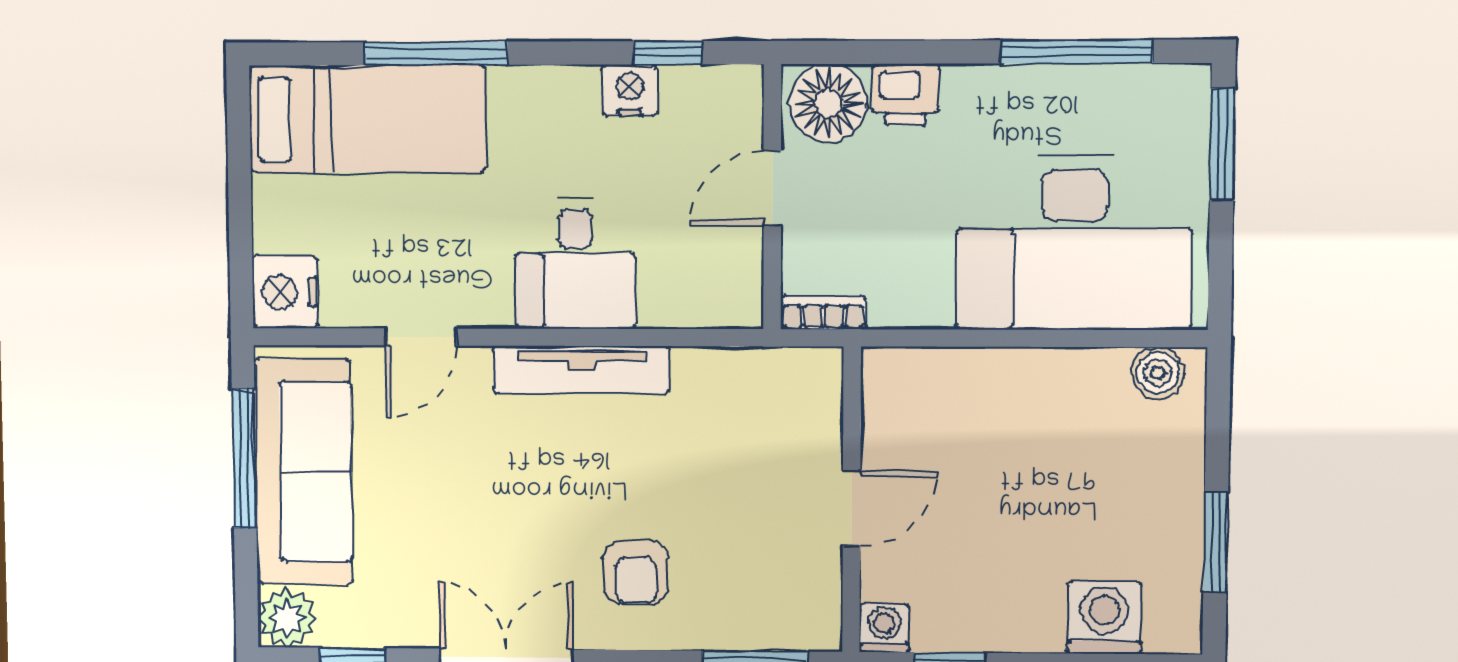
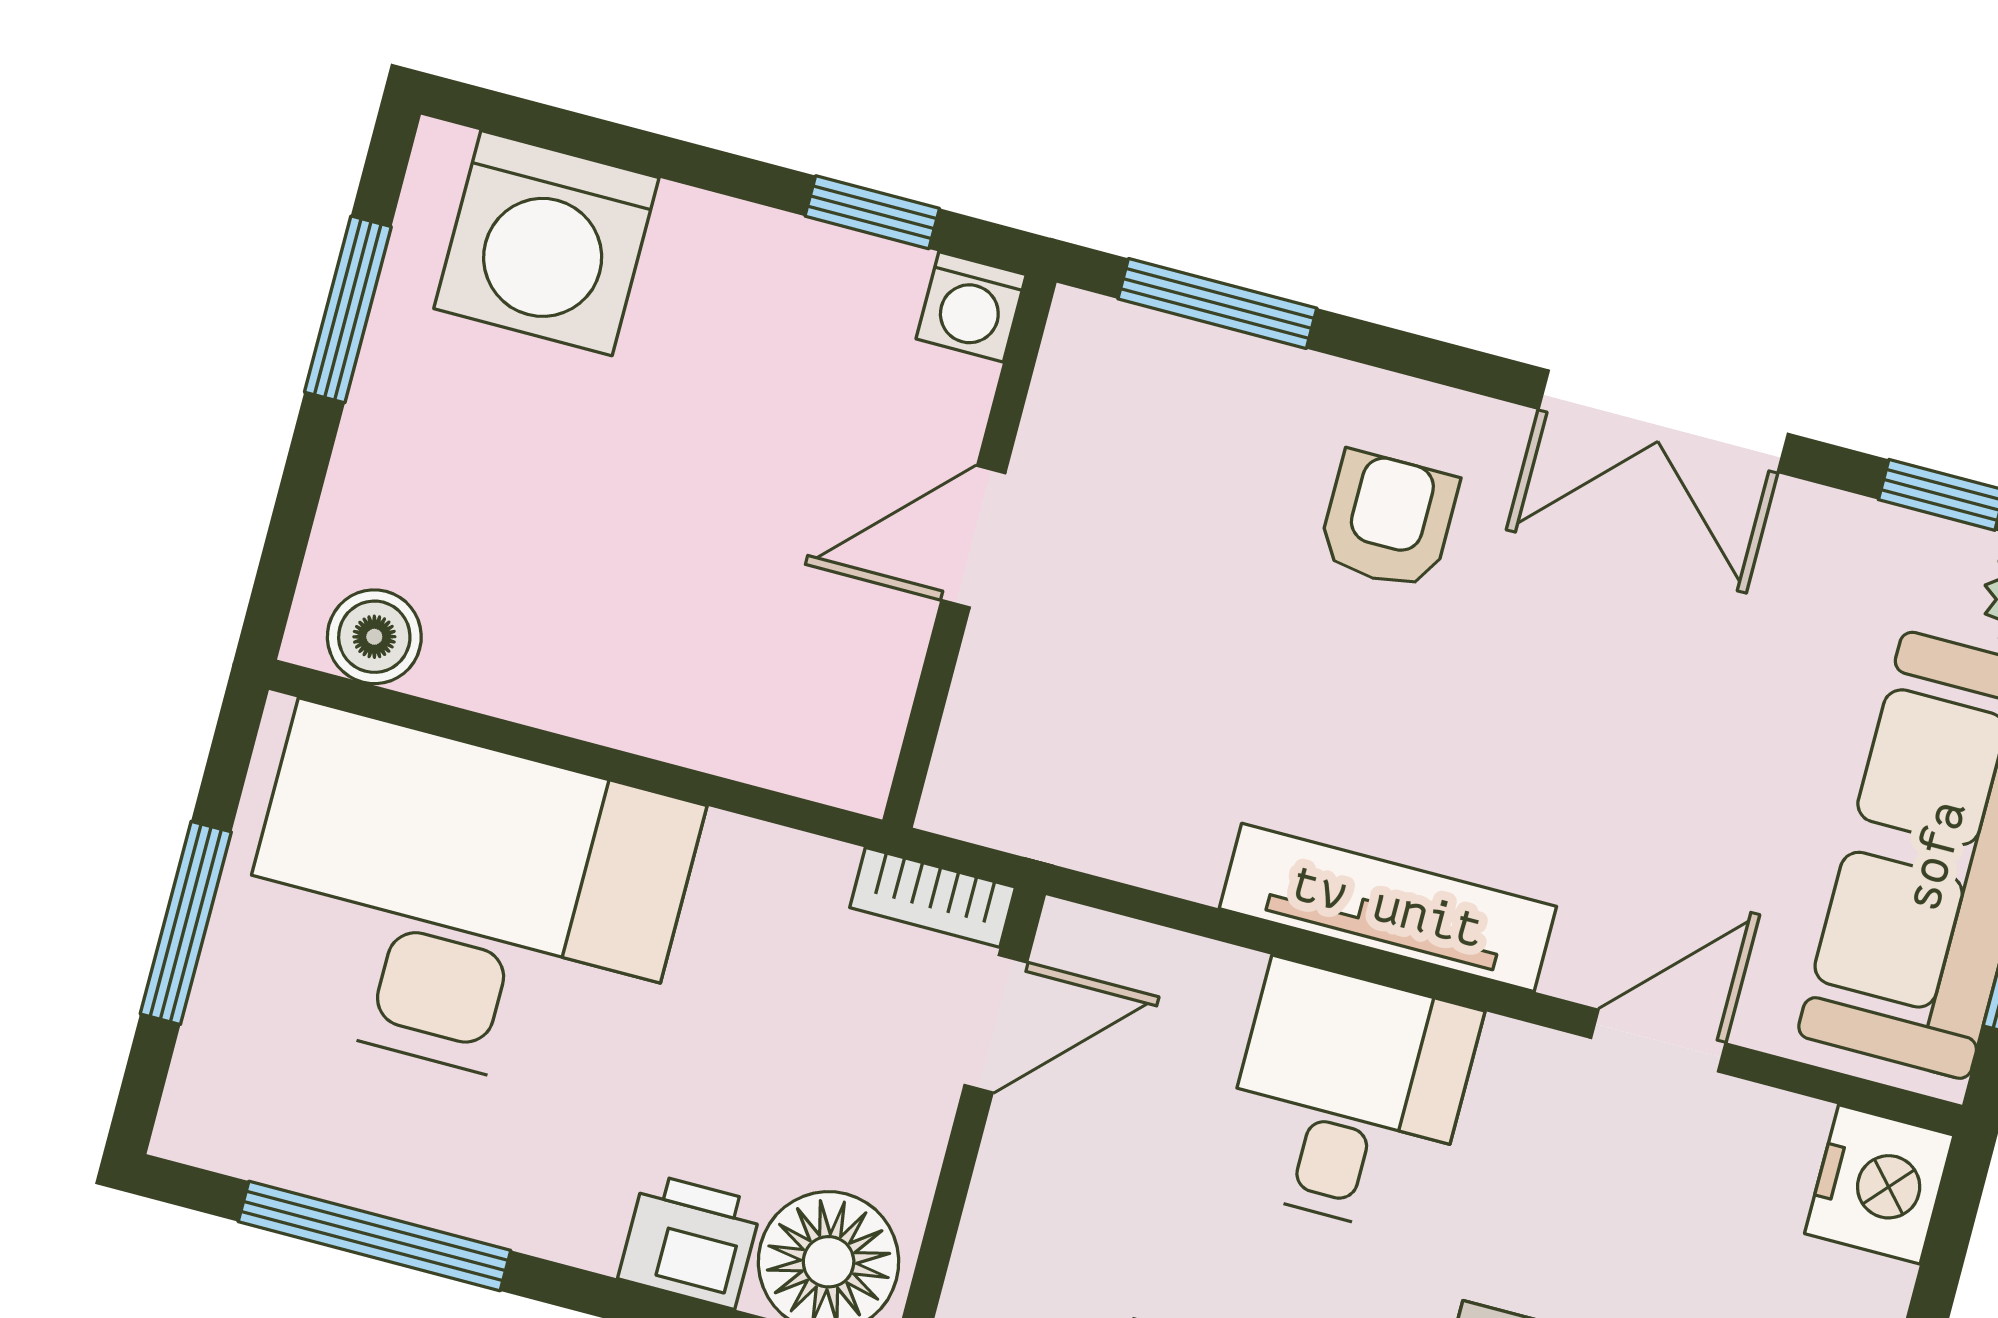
window: (1222, 144) -> (186, 923), moved
door: (772, 188) -> (996, 1024), moved
washing machine: (1104, 618) -> (546, 243), width x1.37, depth x1.37

